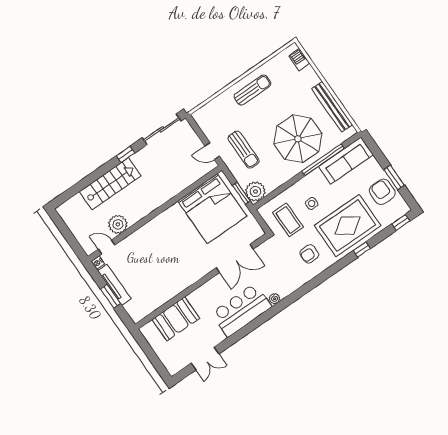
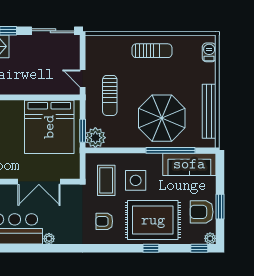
armchair: (382, 192) -> (202, 212), turned -90
side table: (312, 203) -> (136, 180), width x1.87, depth x1.87
plant: (404, 208) -> (210, 238), added

